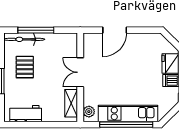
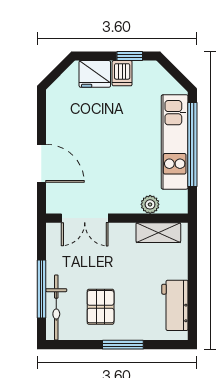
pallet: (25, 67) -> (101, 307), turned 90
double door: (80, 72) -> (85, 218), moved
plant: (89, 112) -> (150, 204), moved

